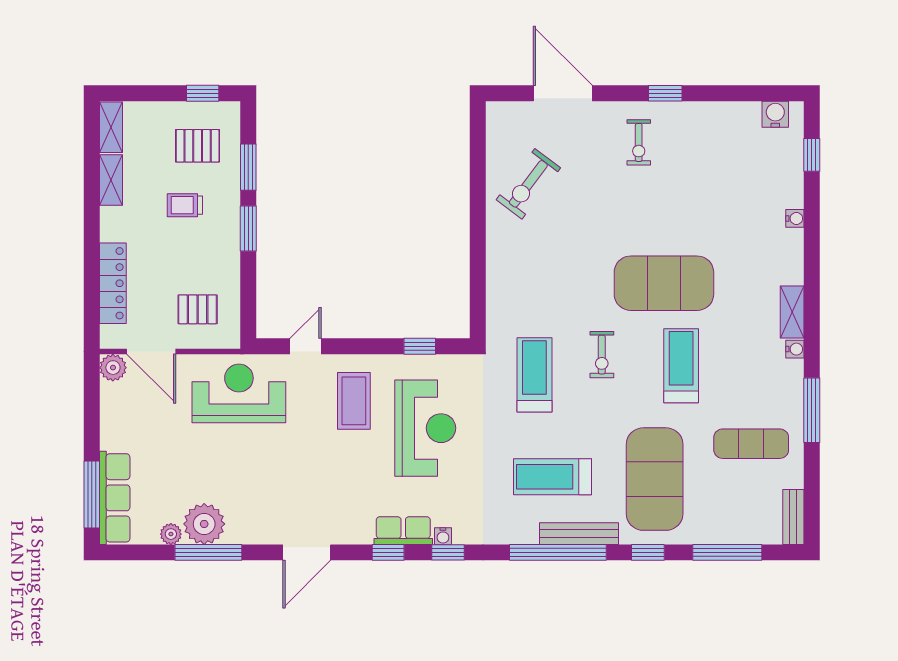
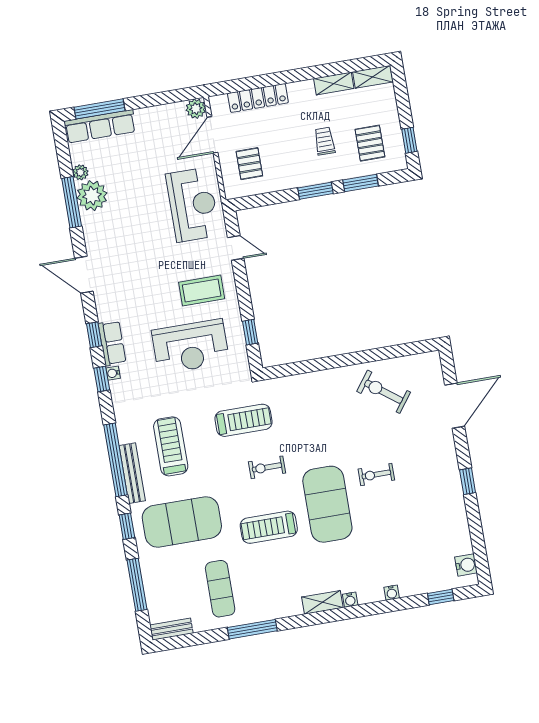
exercise bike: (639, 142) -> (376, 474), moved
water cooler: (795, 349) -> (350, 600), moved
treadmill: (681, 366) -> (269, 527), turned 180

